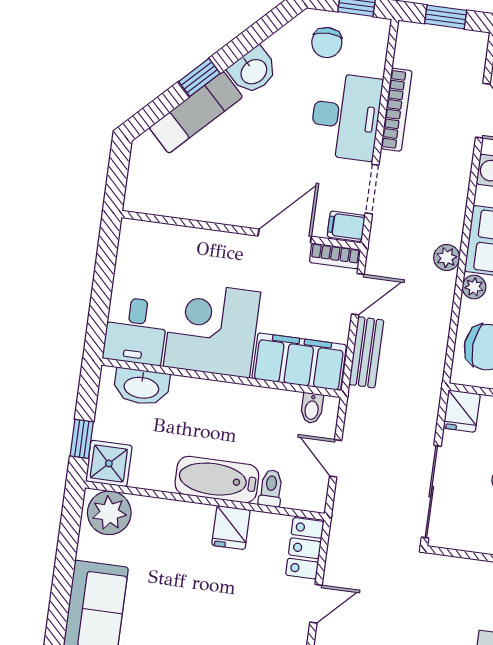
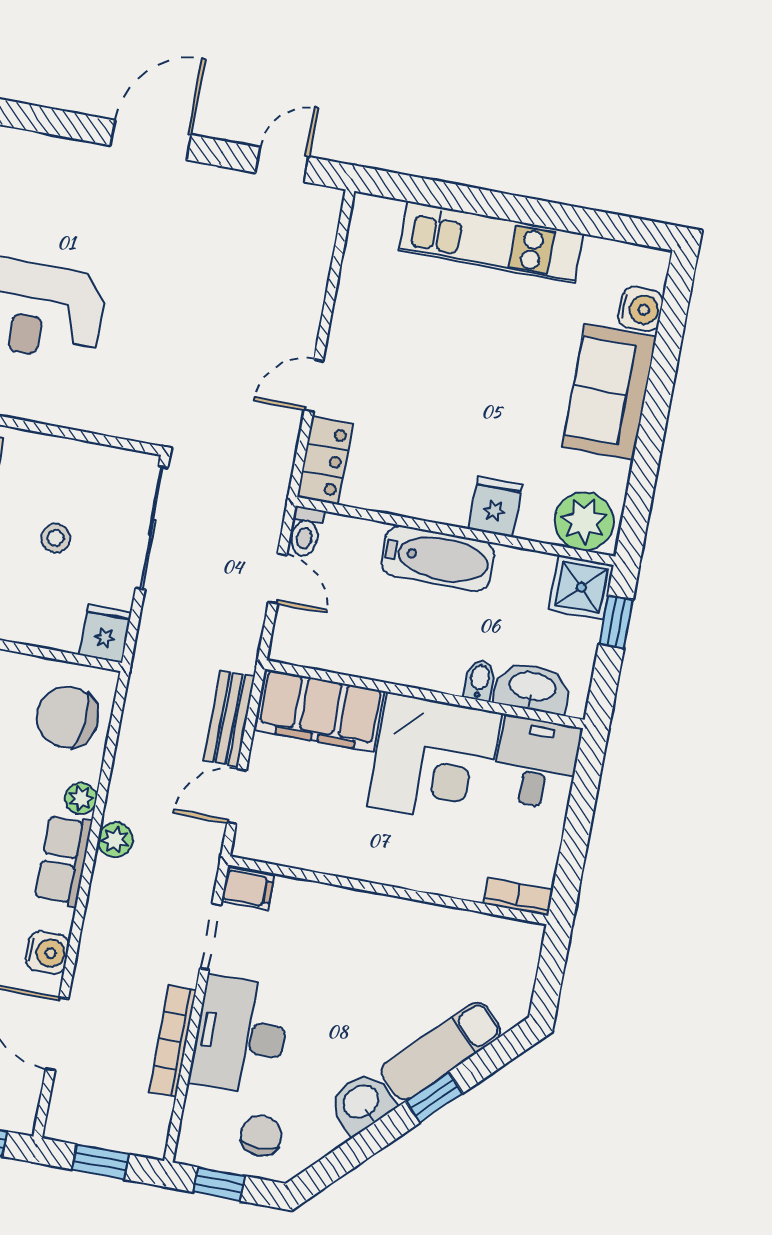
door: (285, 236) -> (331, 880), removed
bookcase: (335, 256) -> (518, 897), moved
bidet: (312, 408) -> (480, 680), moved
toilet: (271, 488) -> (306, 532), moved
fridge: (231, 528) -> (495, 507), moved

